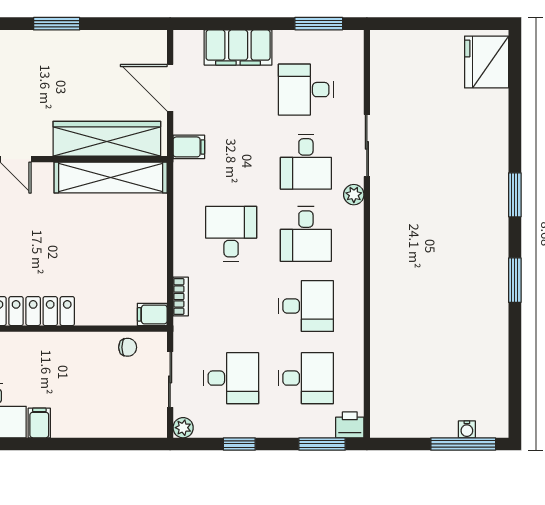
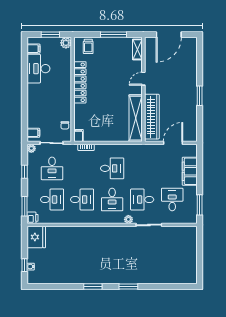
fridge: (487, 62) -> (36, 237), moved, turned 90
filing cabinet: (189, 147) -> (148, 151), removed
desk: (306, 234) -> (112, 200), turned -90
desk: (306, 306) -> (82, 200), turned -90
desk: (306, 378) -> (52, 200), turned -90
filing cabinet: (39, 423) -> (33, 133), moved
window: (463, 444) -> (25, 265), width x0.46

